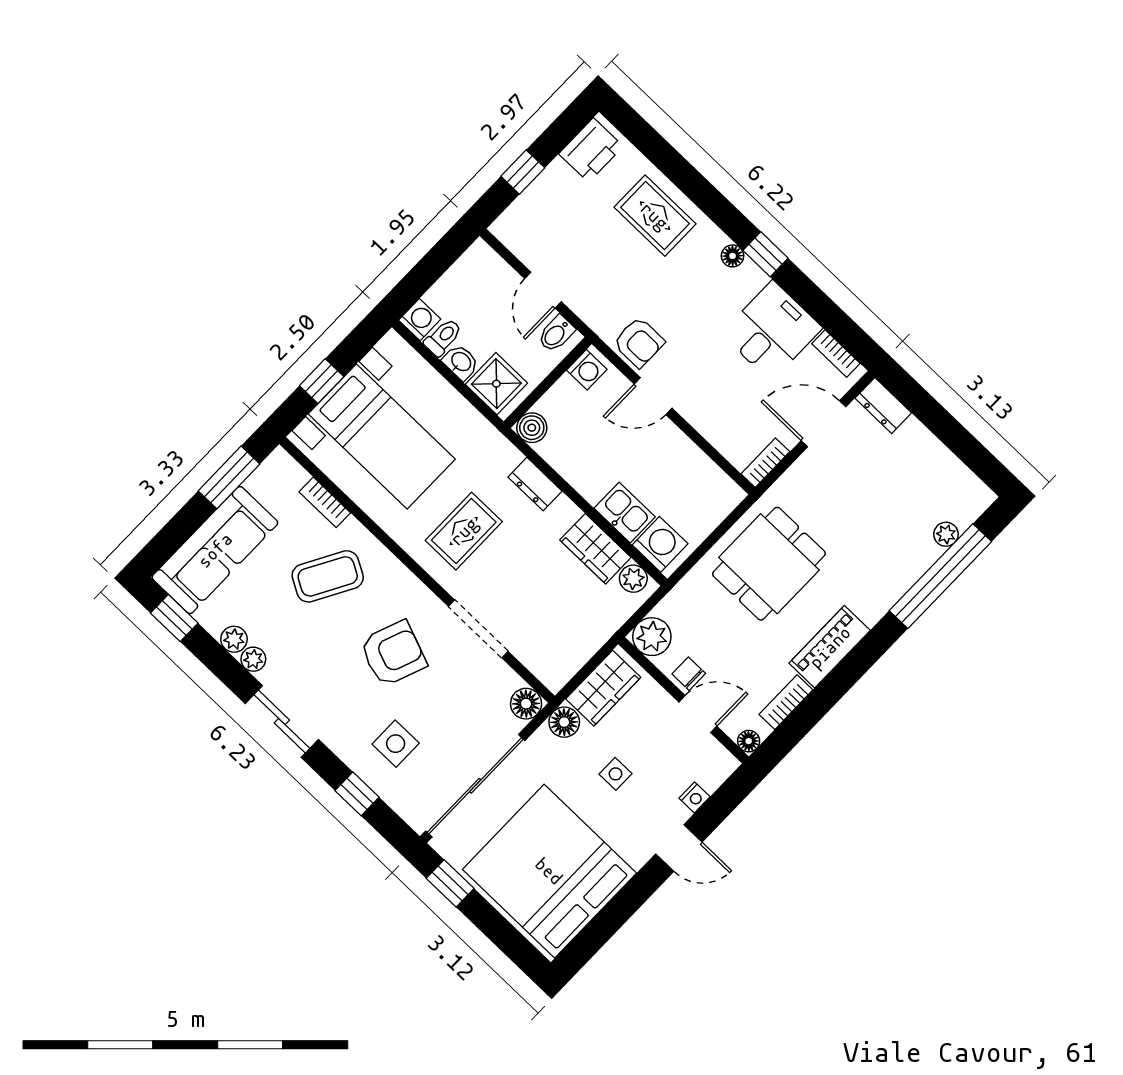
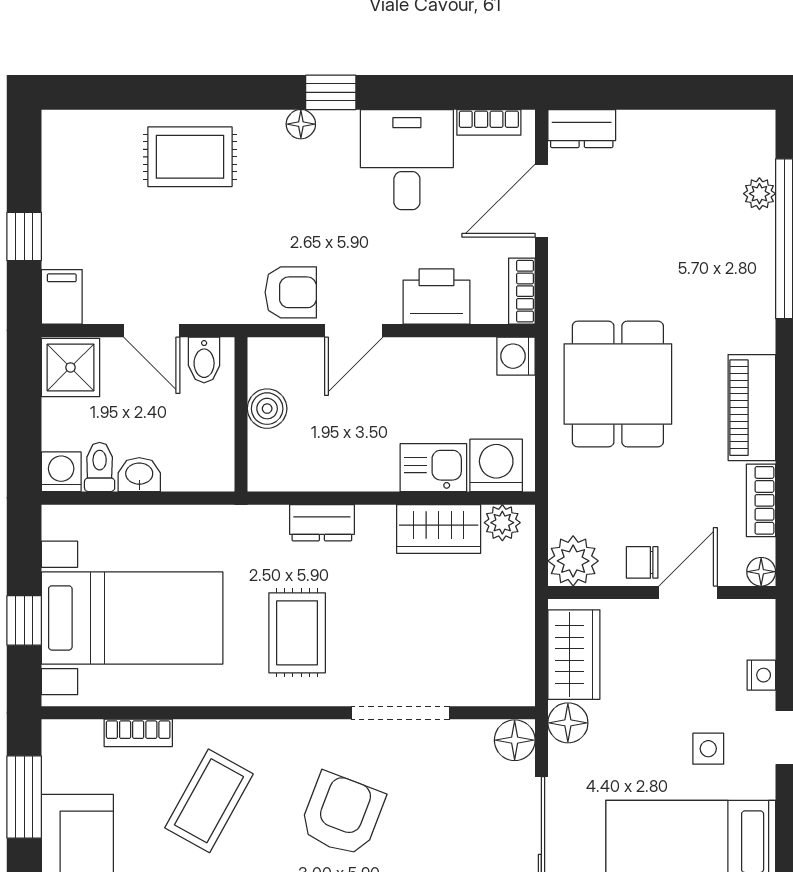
printer: (591, 150) -> (436, 297), moved, turned -90
filing cabinet: (512, 225) -> (62, 297), added
washing machine: (587, 370) -> (516, 356), moved, turned 180
shower: (496, 384) -> (70, 367), moved
boiler: (532, 428) -> (267, 409), moved
side table: (616, 774) -> (708, 749), moved

